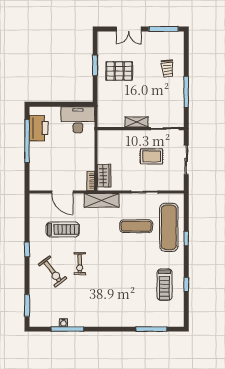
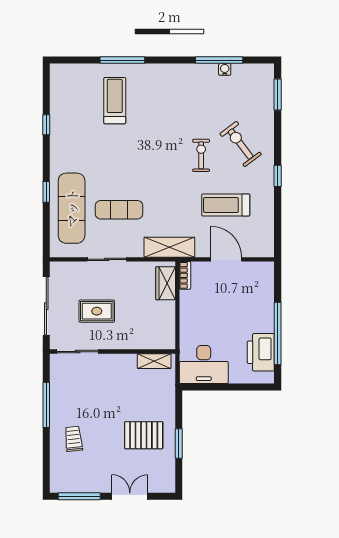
shelving: (137, 122) -> (154, 361), moved
sliding door: (186, 160) -> (46, 306), width x1.37
treadmill: (164, 285) -> (115, 101), moved
window: (151, 329) -> (122, 60), moved

